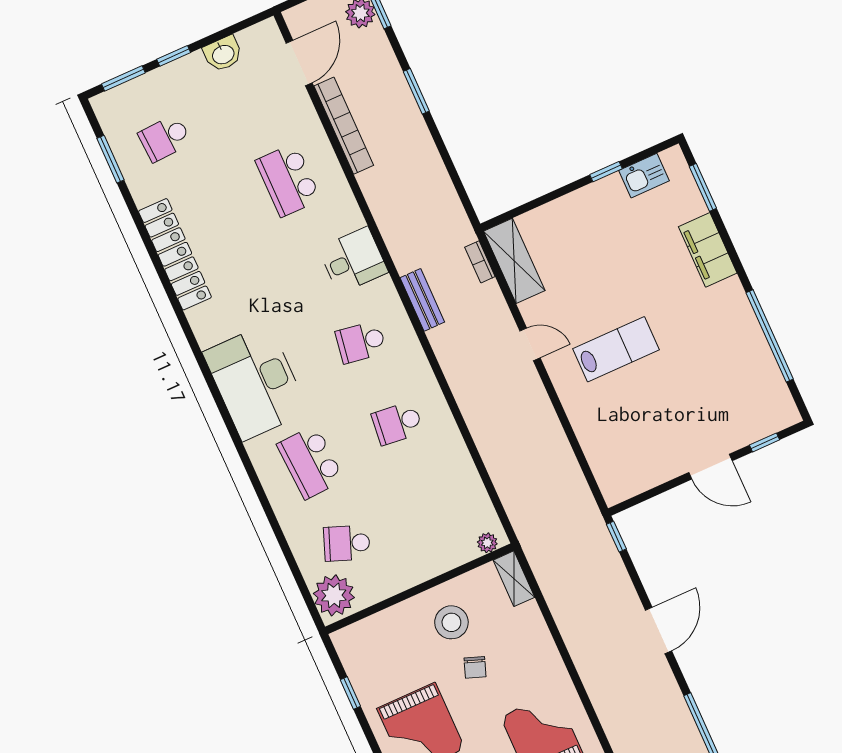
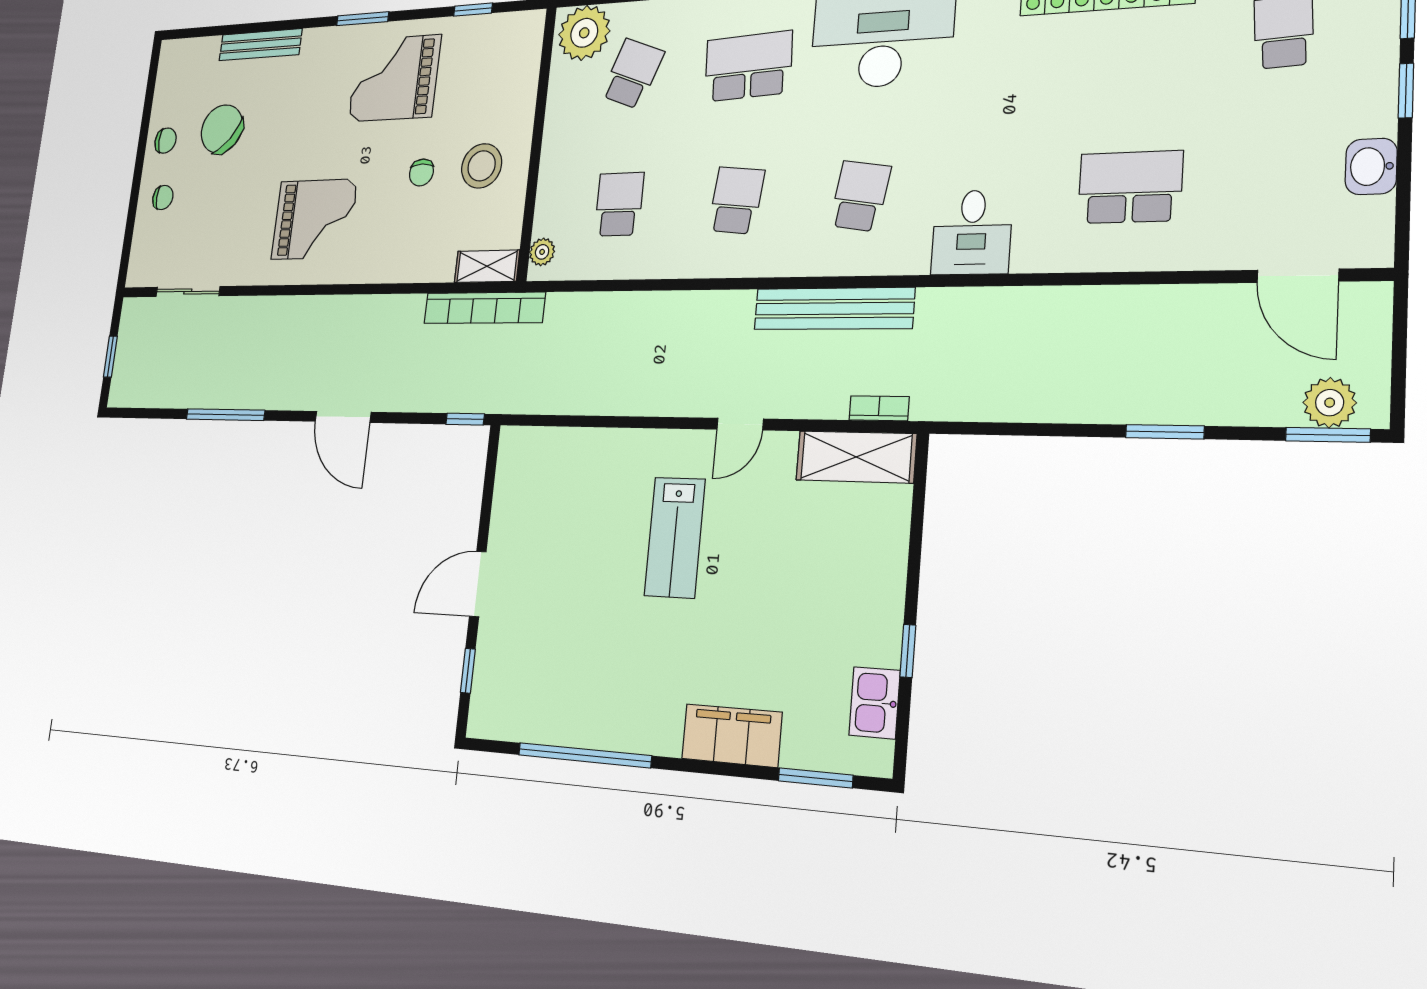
bookcase: (344, 126) -> (484, 308), moved
bench: (422, 300) -> (834, 309), width x1.86, depth x1.21
school desk: (434, 504) -> (619, 204), added
chair: (475, 667) -> (421, 173), turned -110

